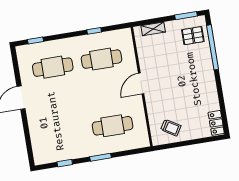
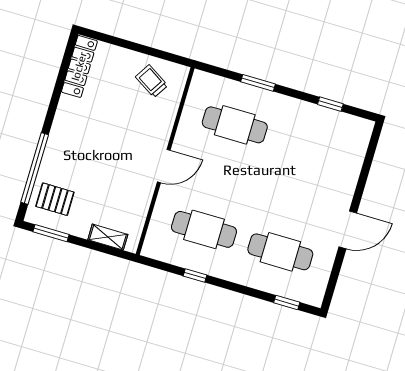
locker: (216, 123) -> (79, 66), width x1.53
window: (100, 157) -> (258, 83), moved

